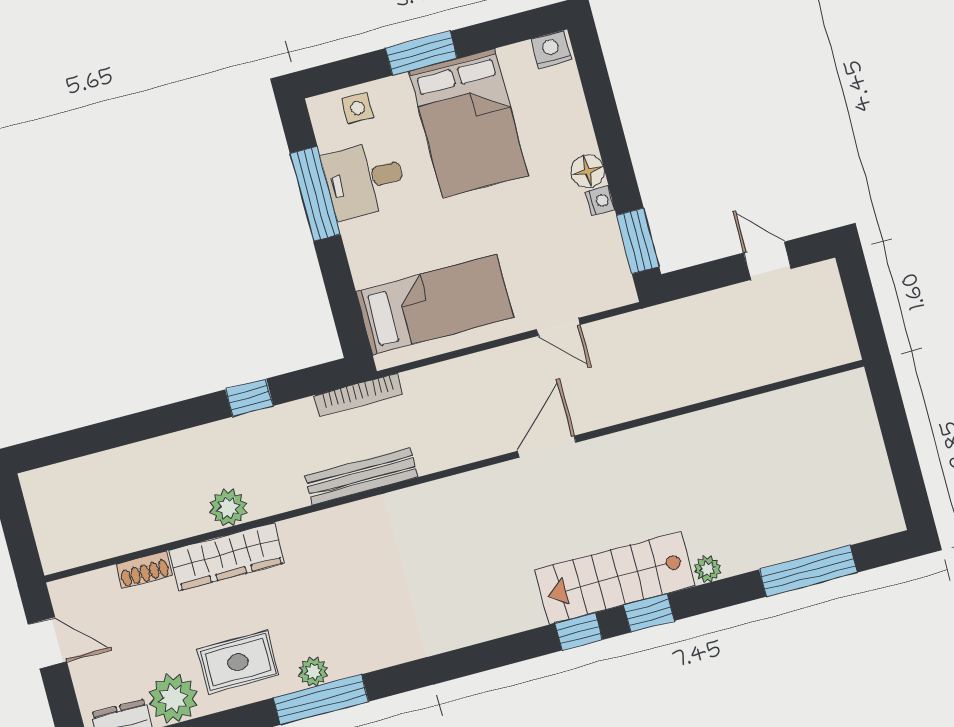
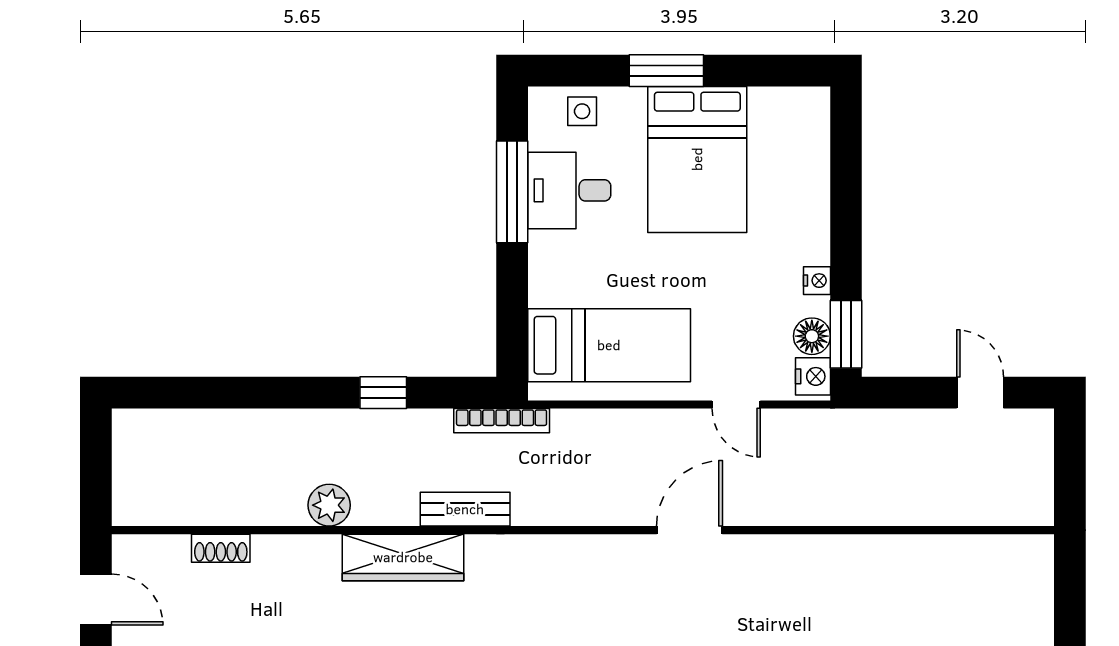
nightstand: (551, 50) -> (813, 376), moved, turned 90
floor lamp: (588, 171) -> (812, 336), moved
bench: (361, 476) -> (465, 509), width x0.73
wardrobe: (227, 557) -> (403, 557), moved

